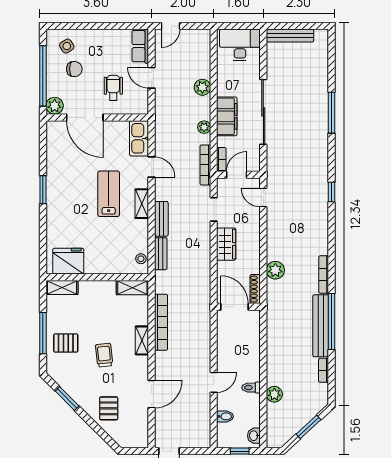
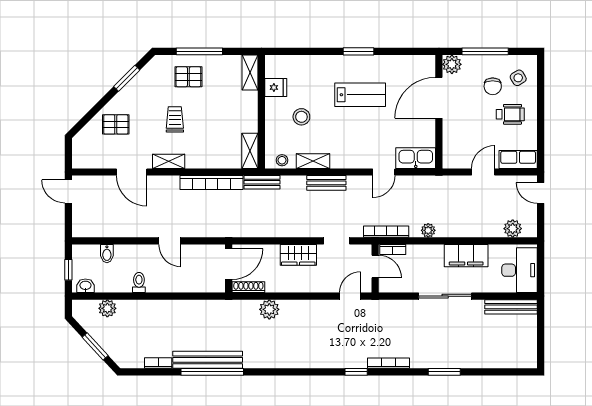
bench: (290, 36) -> (511, 307), moved, turned 90
window: (43, 76) -> (485, 51), width x0.68
plant: (202, 87) -> (513, 229), moved
wheelchair: (113, 88) -> (510, 114), moved
sliding door: (263, 112) -> (445, 296), width x0.73
window: (332, 113) -> (444, 372), width x0.69
filing cabinet: (227, 116) -> (466, 256), moved
lab bench: (109, 194) -> (360, 95), moved
shelving: (142, 204) -> (313, 161), moved
stool: (102, 241) -> (301, 117), added
bench: (161, 254) -> (262, 182), moved
fridge: (68, 261) -> (276, 87), width x0.53, depth x0.75
bookcase: (324, 274) -> (388, 363), moved
shelving: (142, 340) -> (169, 161), moved
pallet: (66, 343) -> (188, 77), turned 90
trolley: (104, 355) -> (175, 119), turned -84
door: (214, 382) -> (170, 241), moved
plant: (274, 394) -> (107, 308), moved

